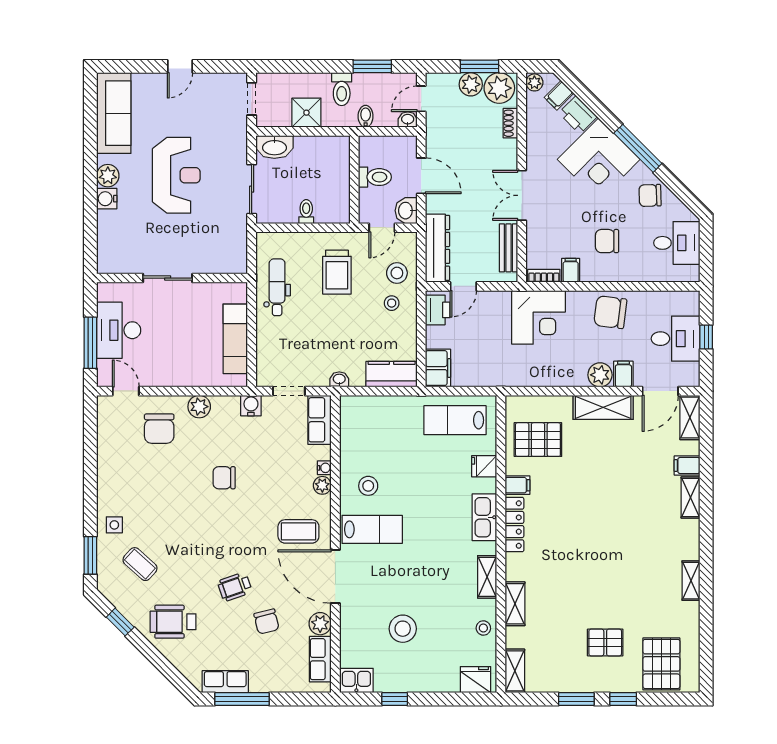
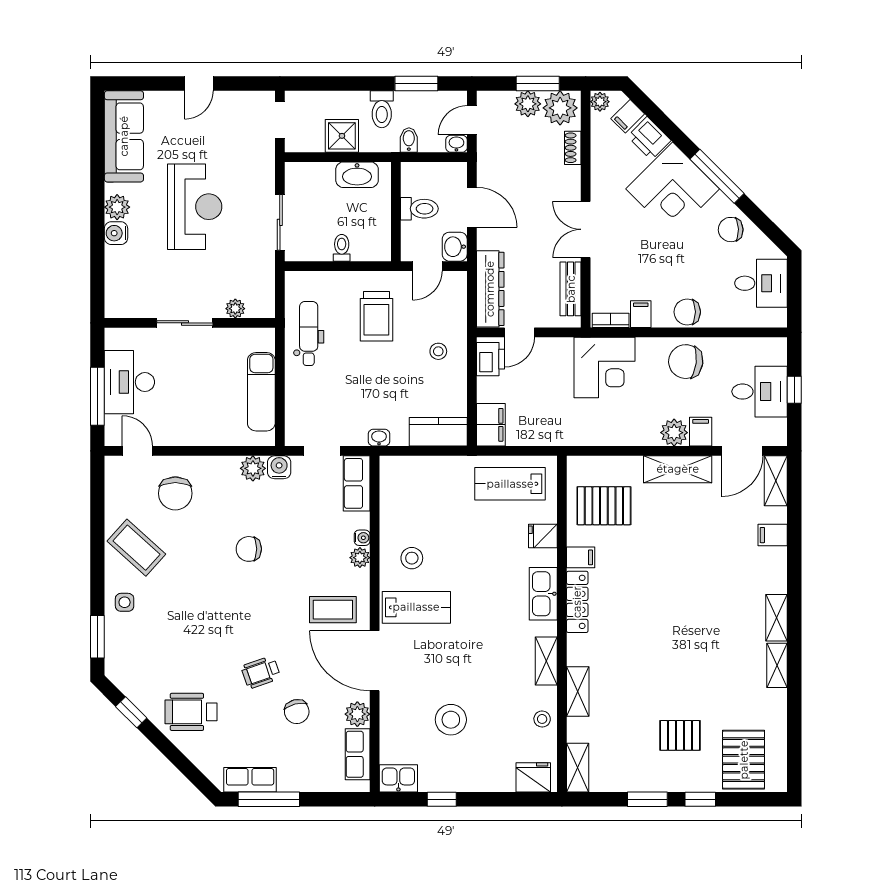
washbasin: (274, 147) -> (357, 175), moved
chair: (607, 241) -> (687, 312), moved
plant: (212, 265) -> (235, 309), added
stool: (397, 273) -> (444, 317), removed
plant: (199, 407) -> (253, 468), moved
shelving: (691, 497) -> (776, 618), moved
coffee table: (140, 564) -> (136, 548), moved, width x1.36, depth x1.30

